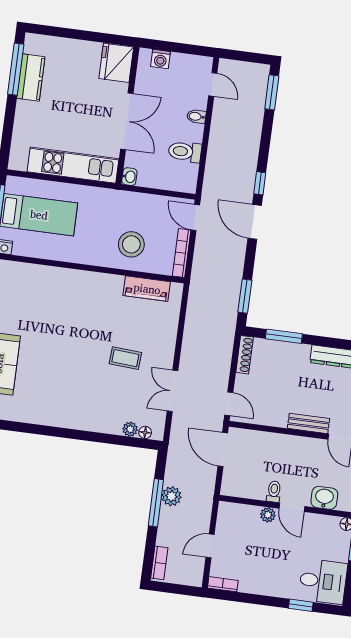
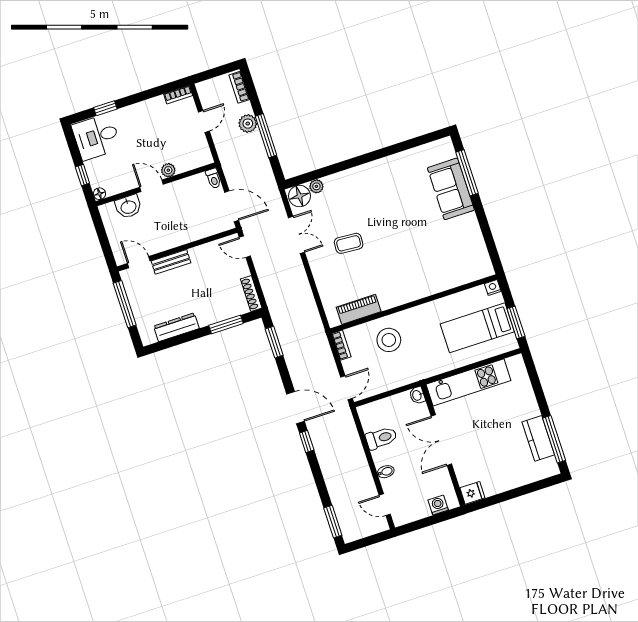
fridge: (116, 63) -> (472, 493), width x0.53, depth x0.75
door: (195, 217) -> (346, 388), hinge flipped
bookcase: (182, 253) -> (341, 345), width x0.64
floor lamp: (145, 432) -> (299, 196), width x1.89, depth x1.89
toilet: (274, 492) -> (213, 178), moved
plant: (172, 496) -> (248, 124), moved

